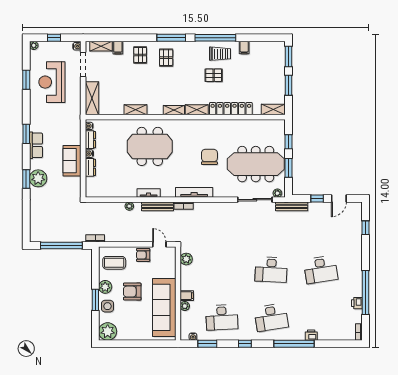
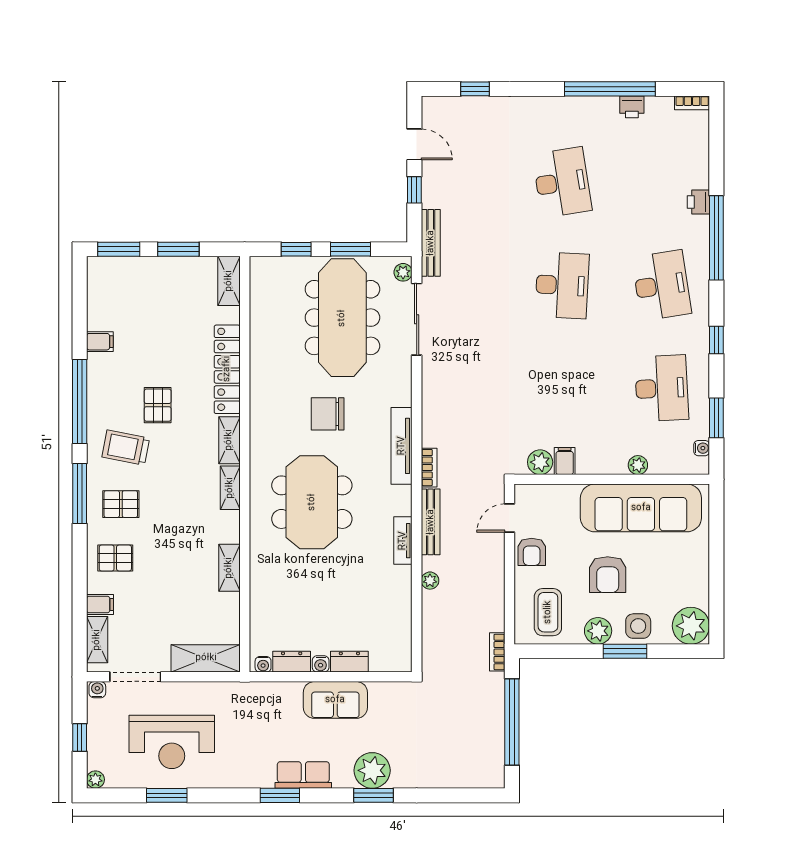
trolley: (220, 54) -> (126, 448), moved, turned -79
meeting table: (150, 146) -> (312, 502), moved
filing cabinet: (187, 296) -> (565, 461), moved

